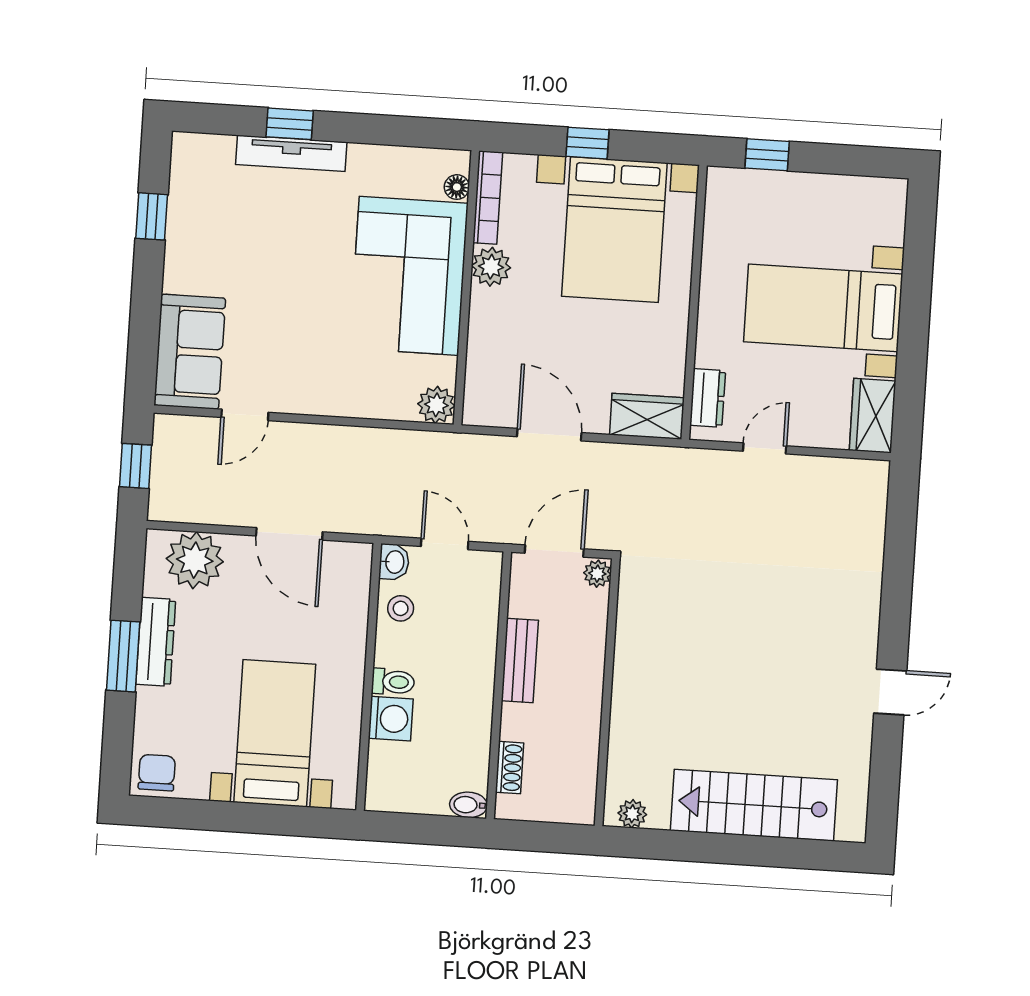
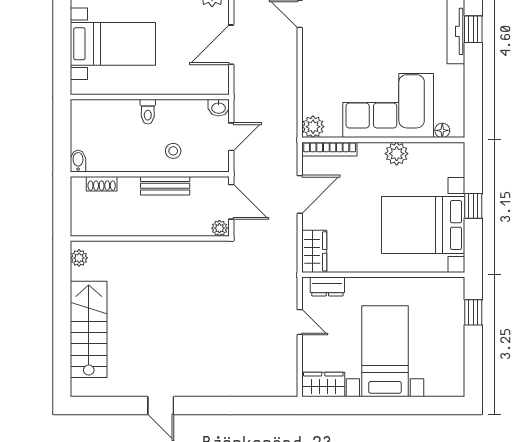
bookcase: (488, 198) -> (330, 149), moved
stool: (401, 608) -> (173, 151), moved
washing machine: (391, 719) -> (126, 112), removed

